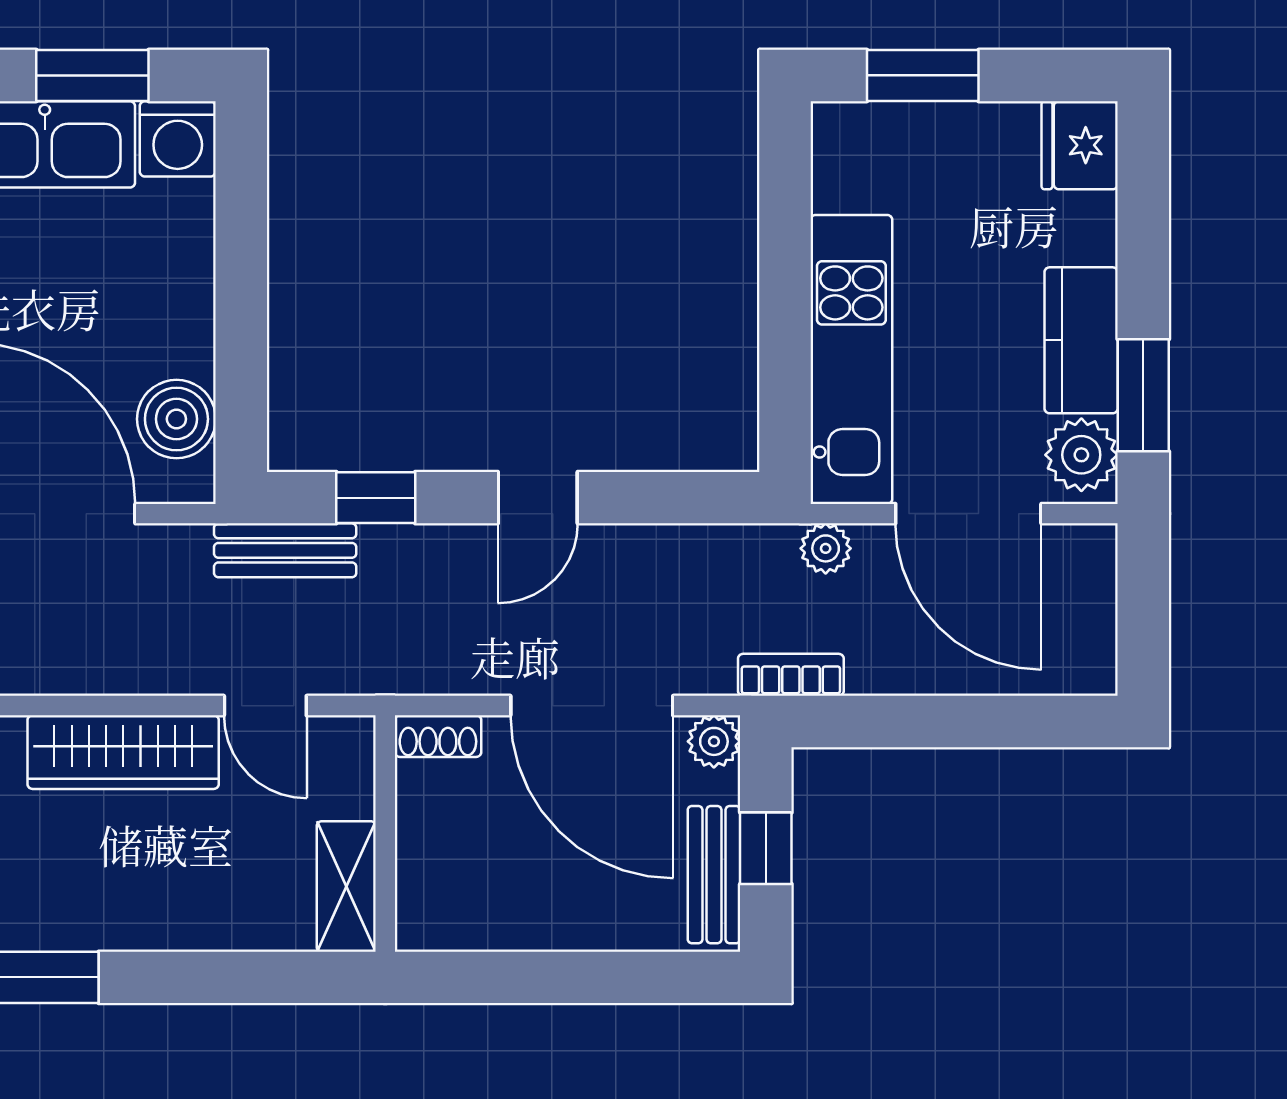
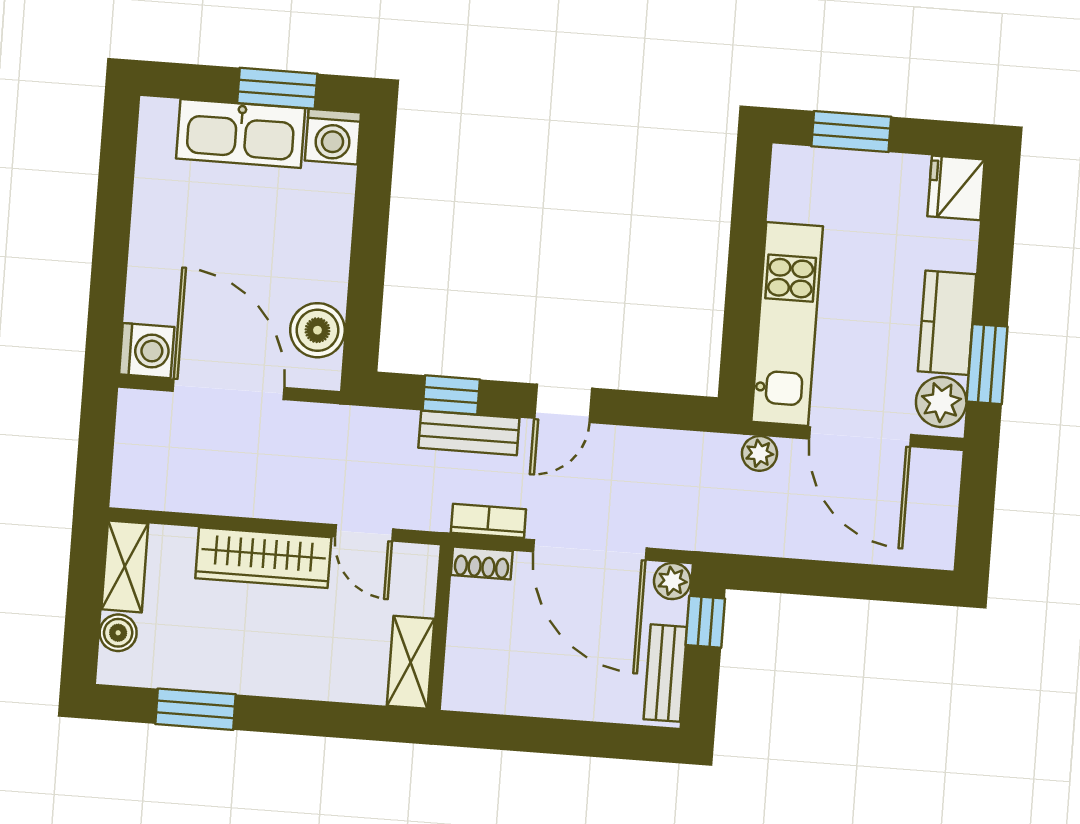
bench: (285, 550) -> (469, 433), moved
bookcase: (791, 675) -> (488, 521), moved
window: (766, 848) -> (705, 622), moved

